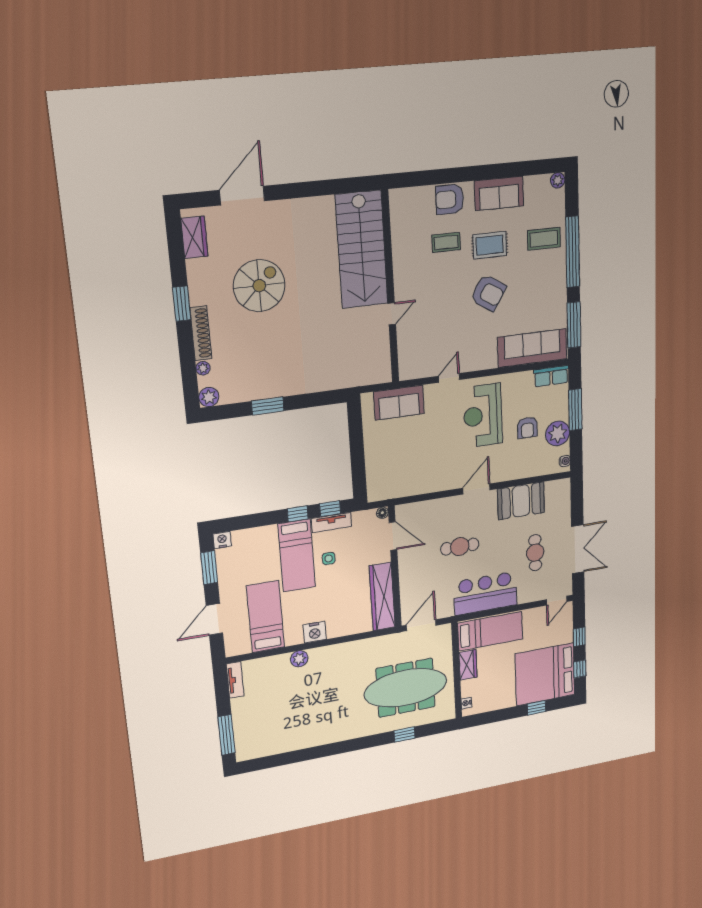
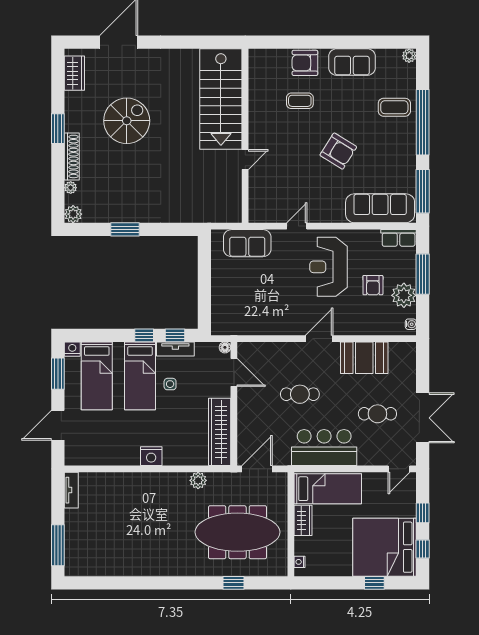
rug: (490, 245) -> (341, 108), removed
cafe table: (535, 553) -> (377, 414), turned 90
bed: (266, 617) -> (97, 376), moved, turned 180
plant: (299, 659) -> (198, 480), moved

